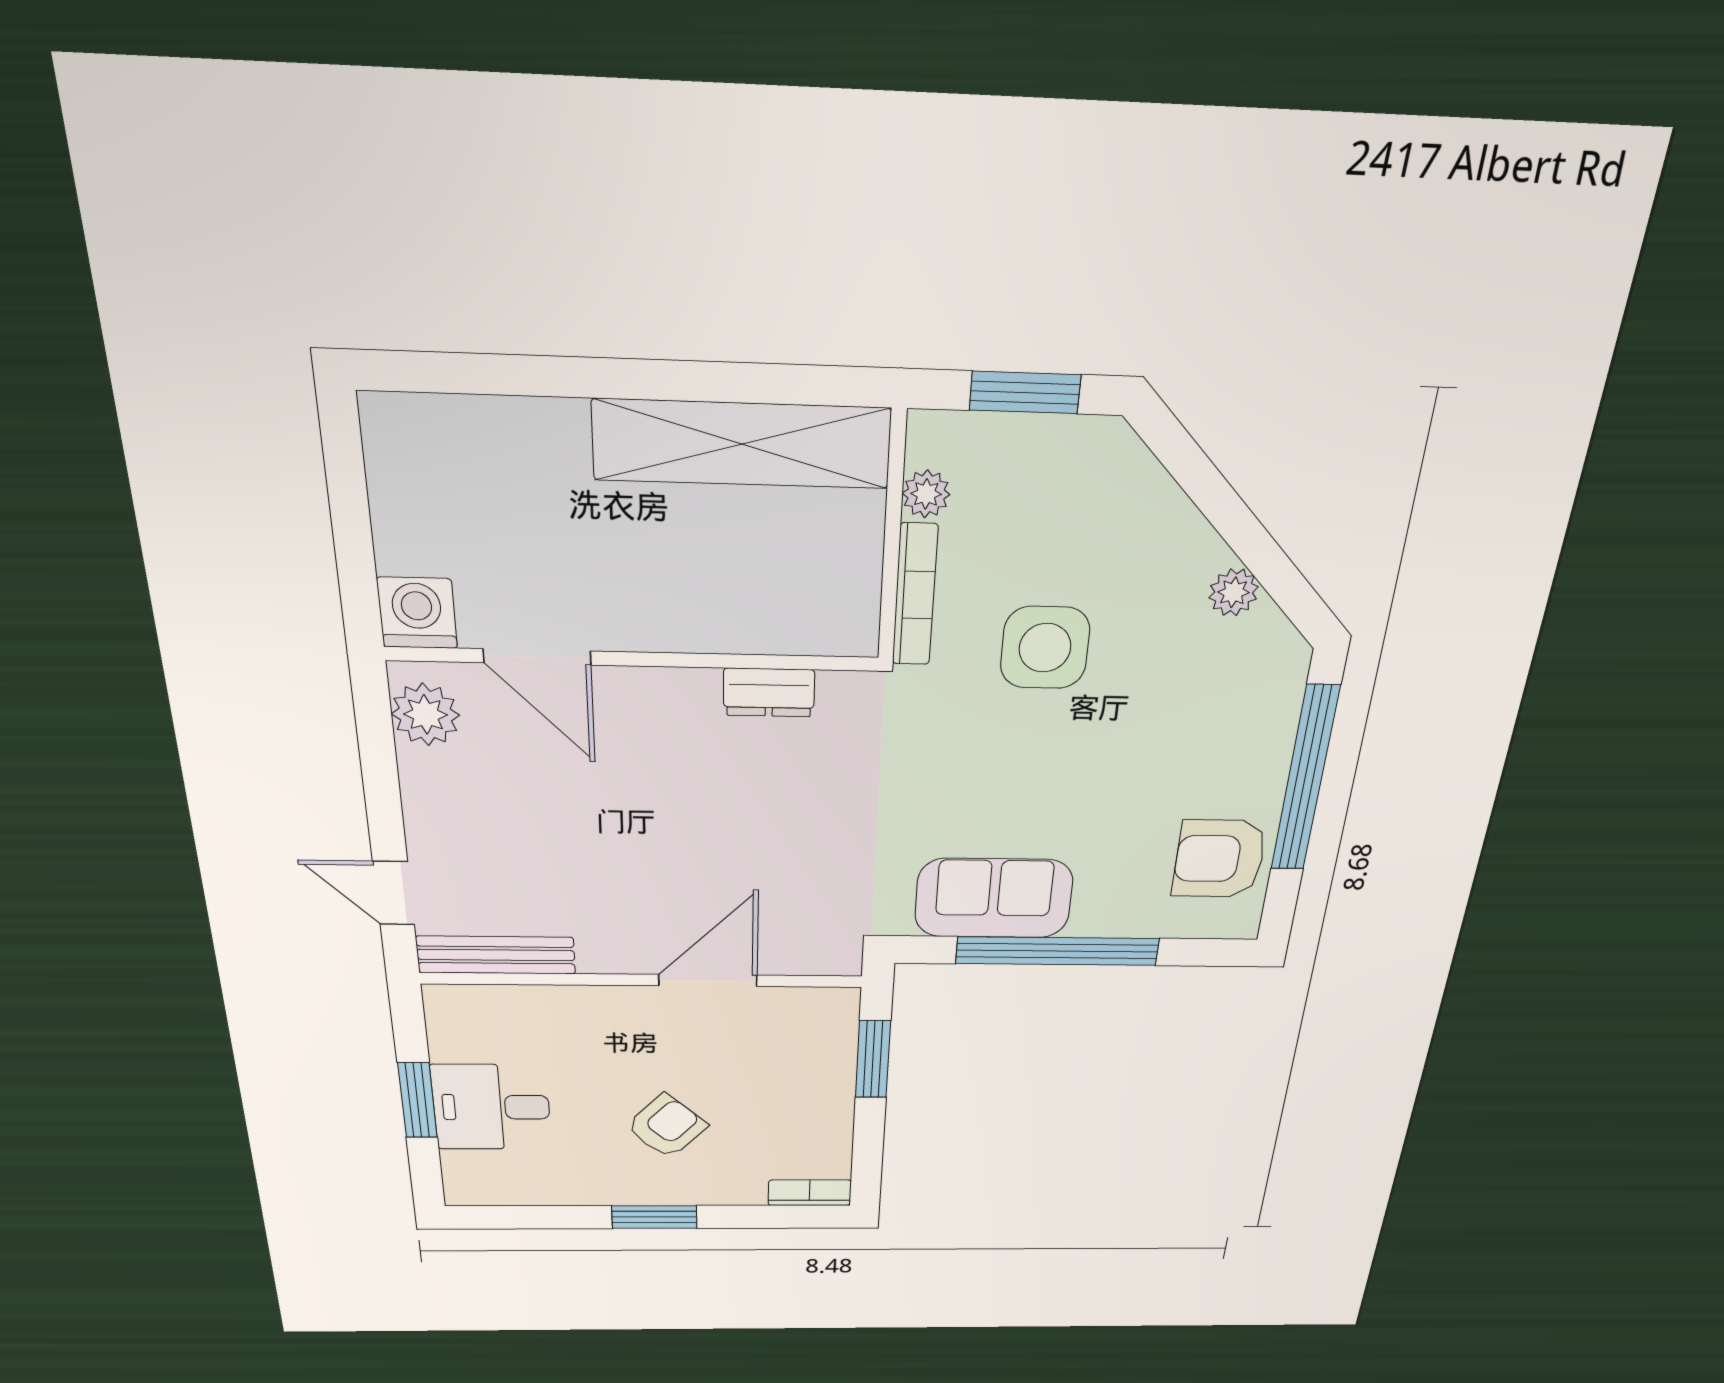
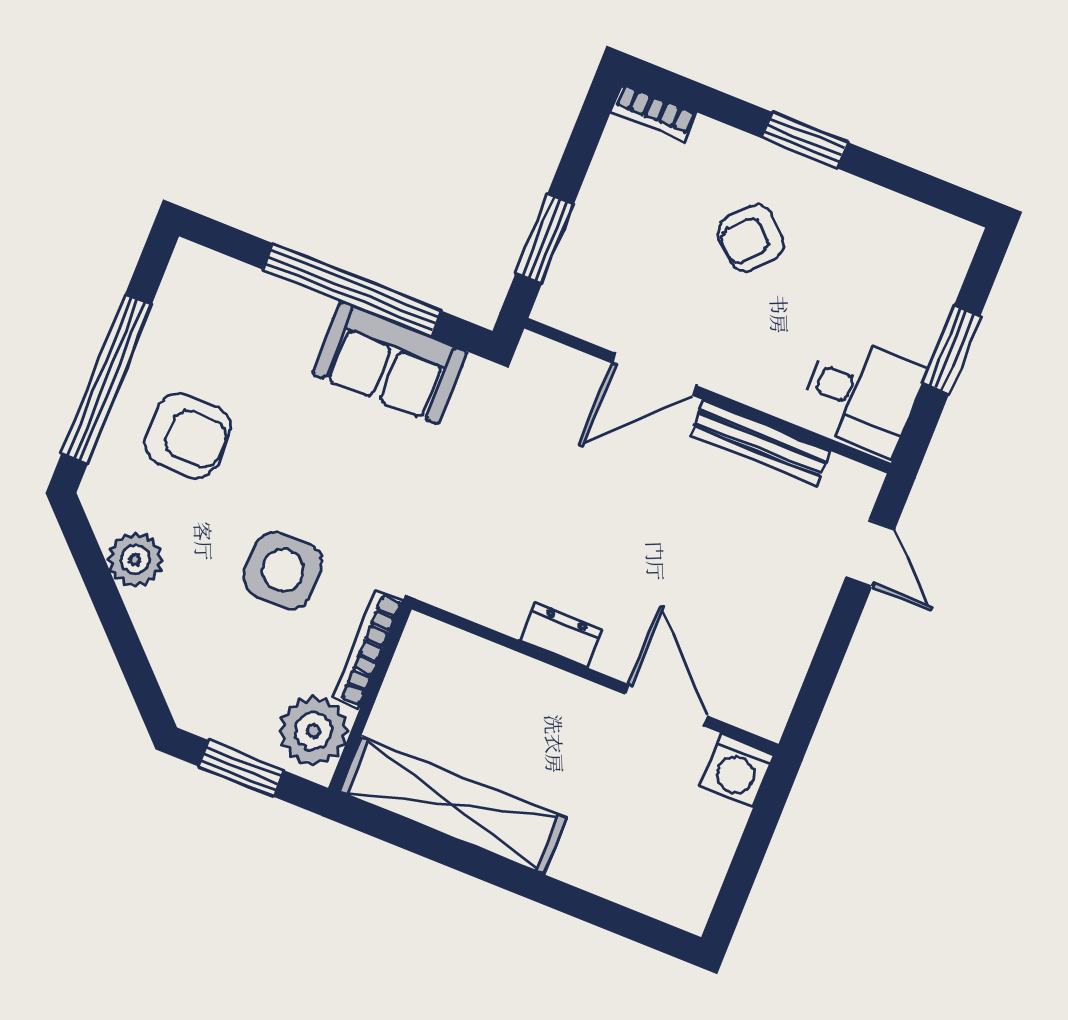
plant: (926, 494) -> (313, 731), width x1.87, depth x1.87
plant: (1234, 592) -> (135, 559), width x1.38, depth x1.38
dresser: (769, 693) -> (561, 635), moved
plant: (425, 715) -> (770, 692), removed
armchair: (1219, 859) -> (187, 435), moved
bench: (496, 955) -> (760, 443), moved
desk: (492, 1107) -> (862, 395), moved

